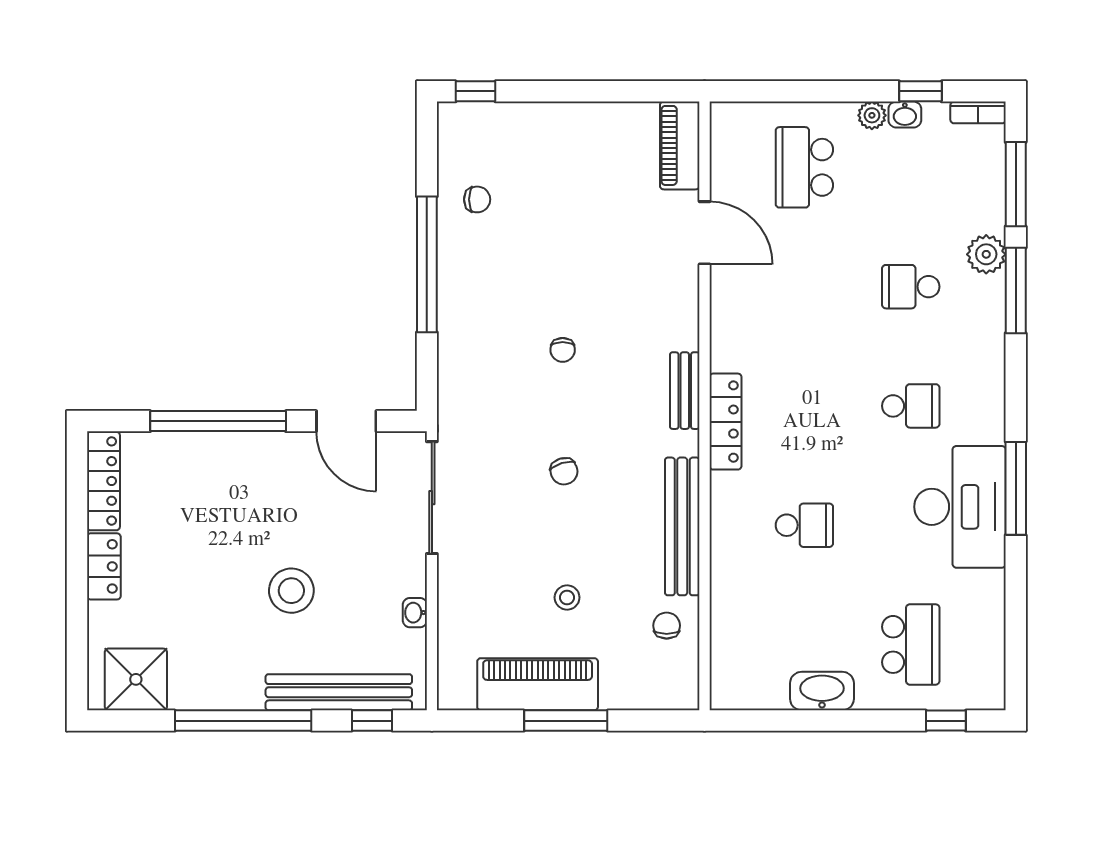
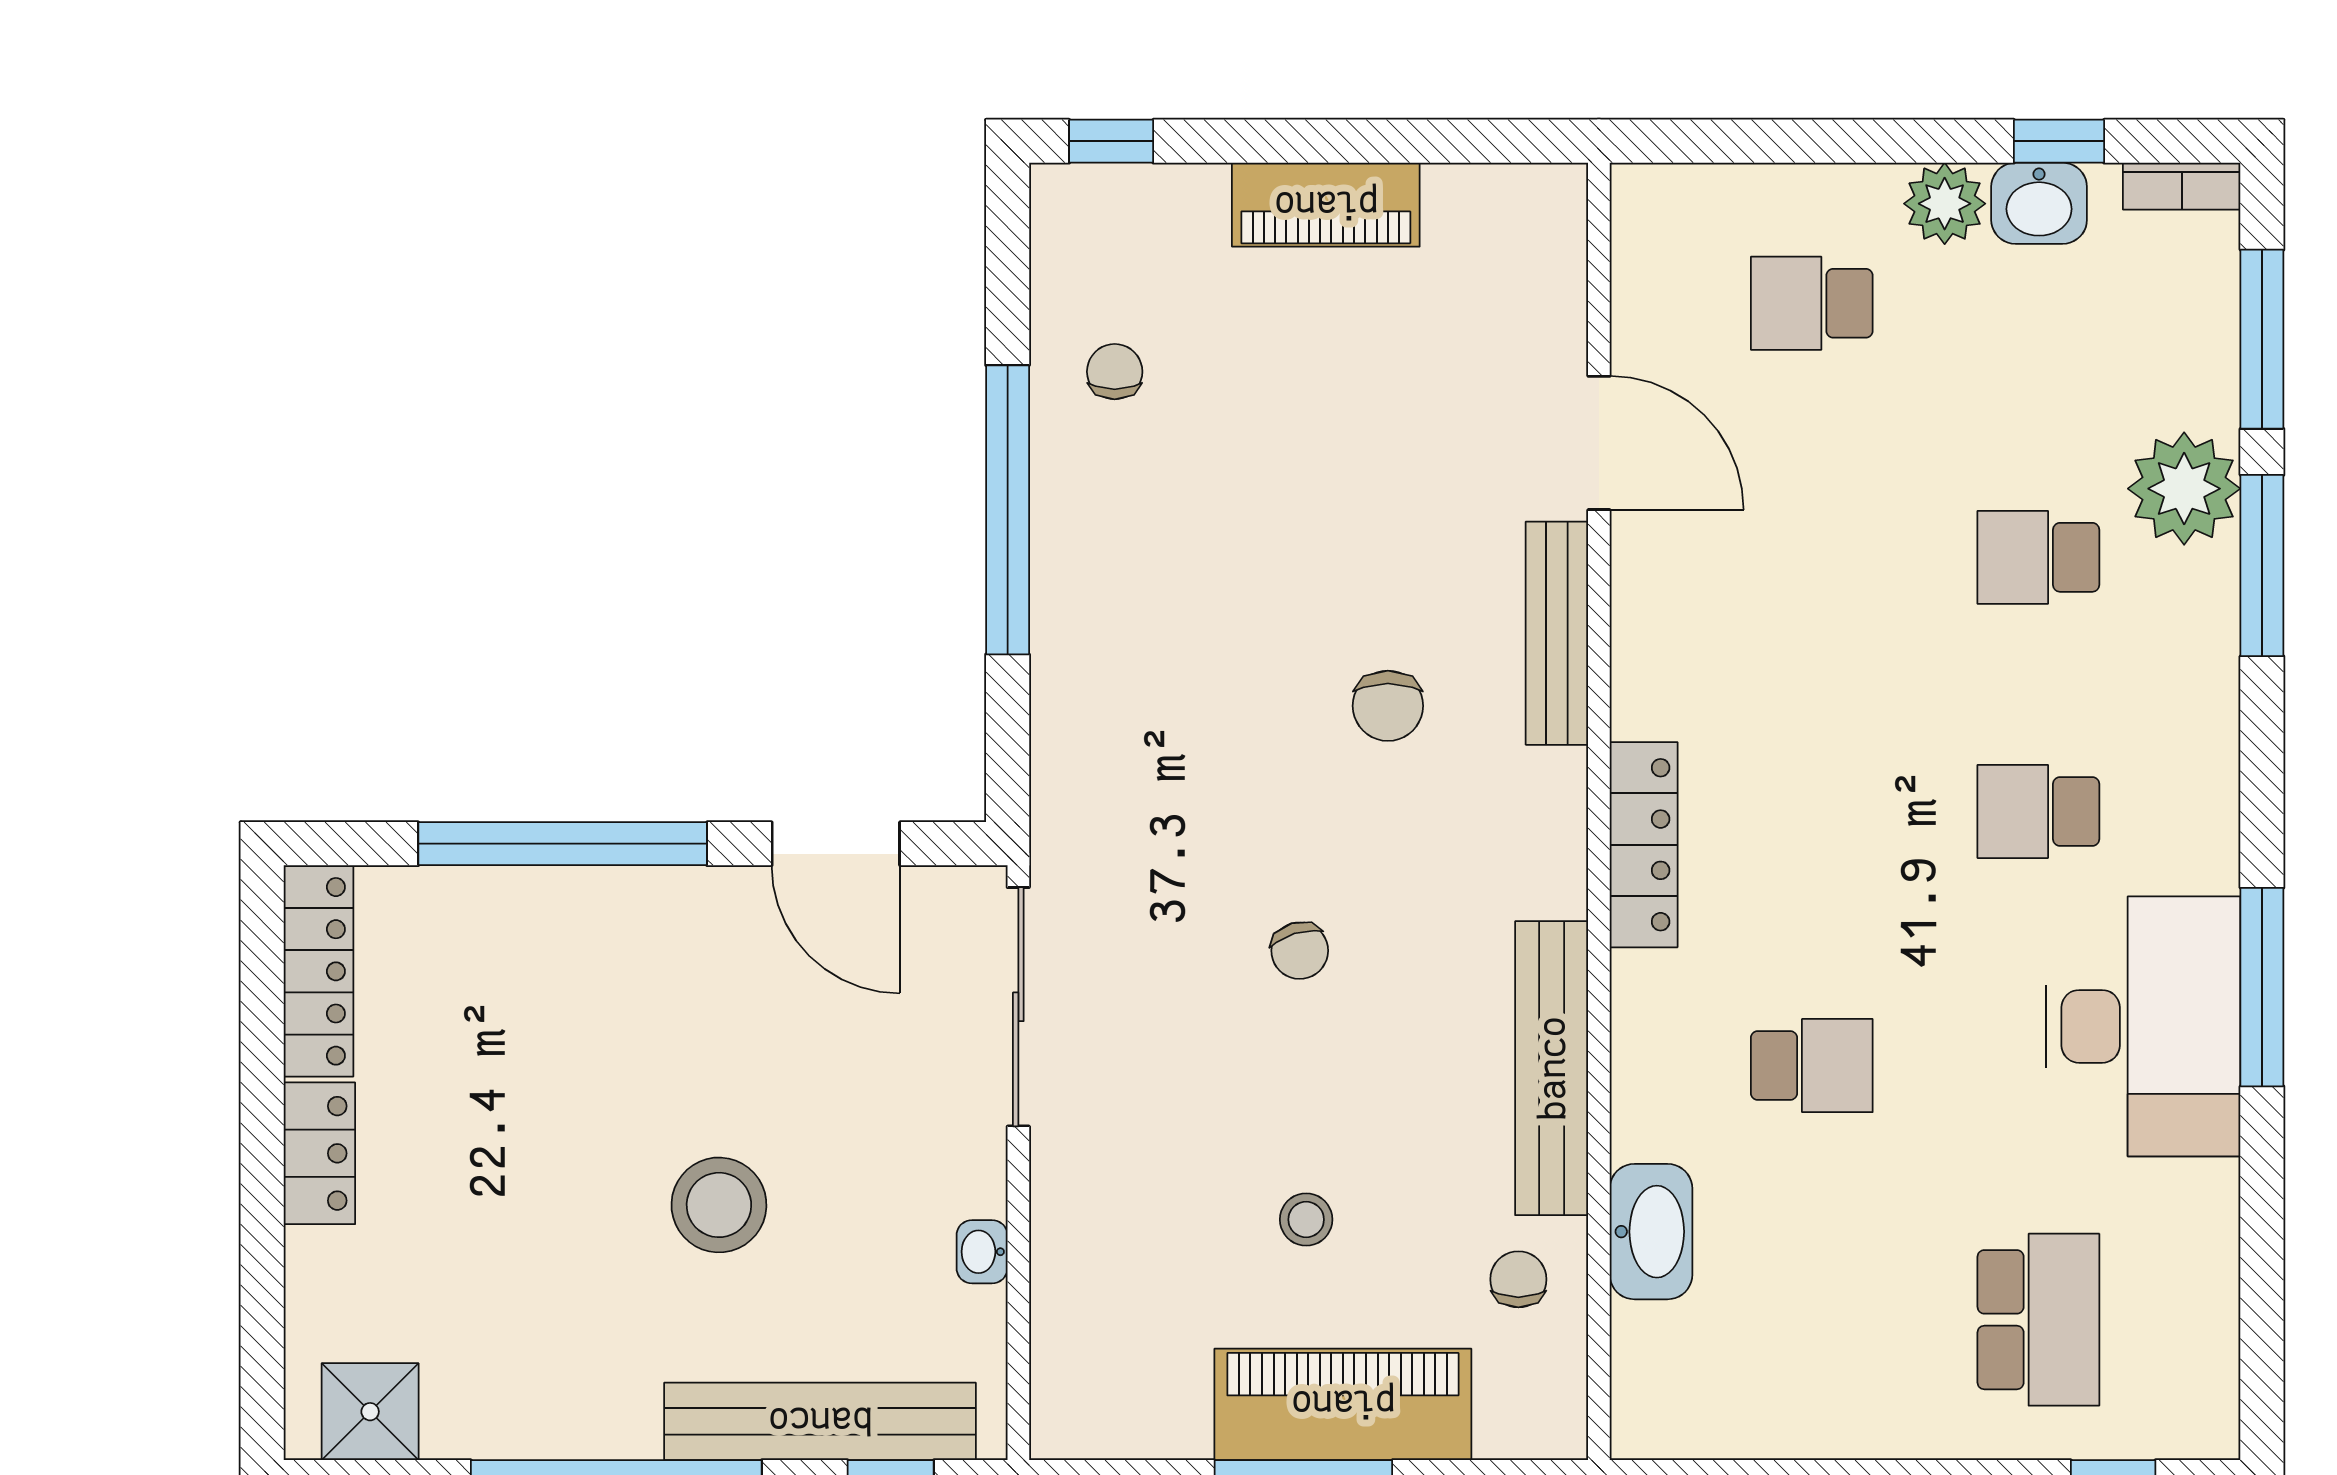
plant: (872, 115) -> (1945, 204), width x1.38, depth x1.38
washbasin: (905, 115) -> (2039, 203), width x1.38, depth x1.45
piano: (680, 145) -> (1326, 205), moved, turned -90
school desk: (804, 167) -> (1812, 303), width x0.54
chair: (477, 199) -> (1115, 372), turned -90
plant: (986, 254) -> (2184, 489), width x1.36, depth x1.36
chair: (563, 350) -> (1388, 706), moved, width x1.37, depth x1.37
bench: (685, 391) -> (1557, 633), moved, width x1.36
school desk: (911, 406) -> (2038, 811), turned 180
shower: (136, 679) -> (370, 1412), width x0.73, depth x0.73
piano: (538, 684) -> (1343, 1404), moved
washbasin: (822, 691) -> (1651, 1232), moved, turned 90

